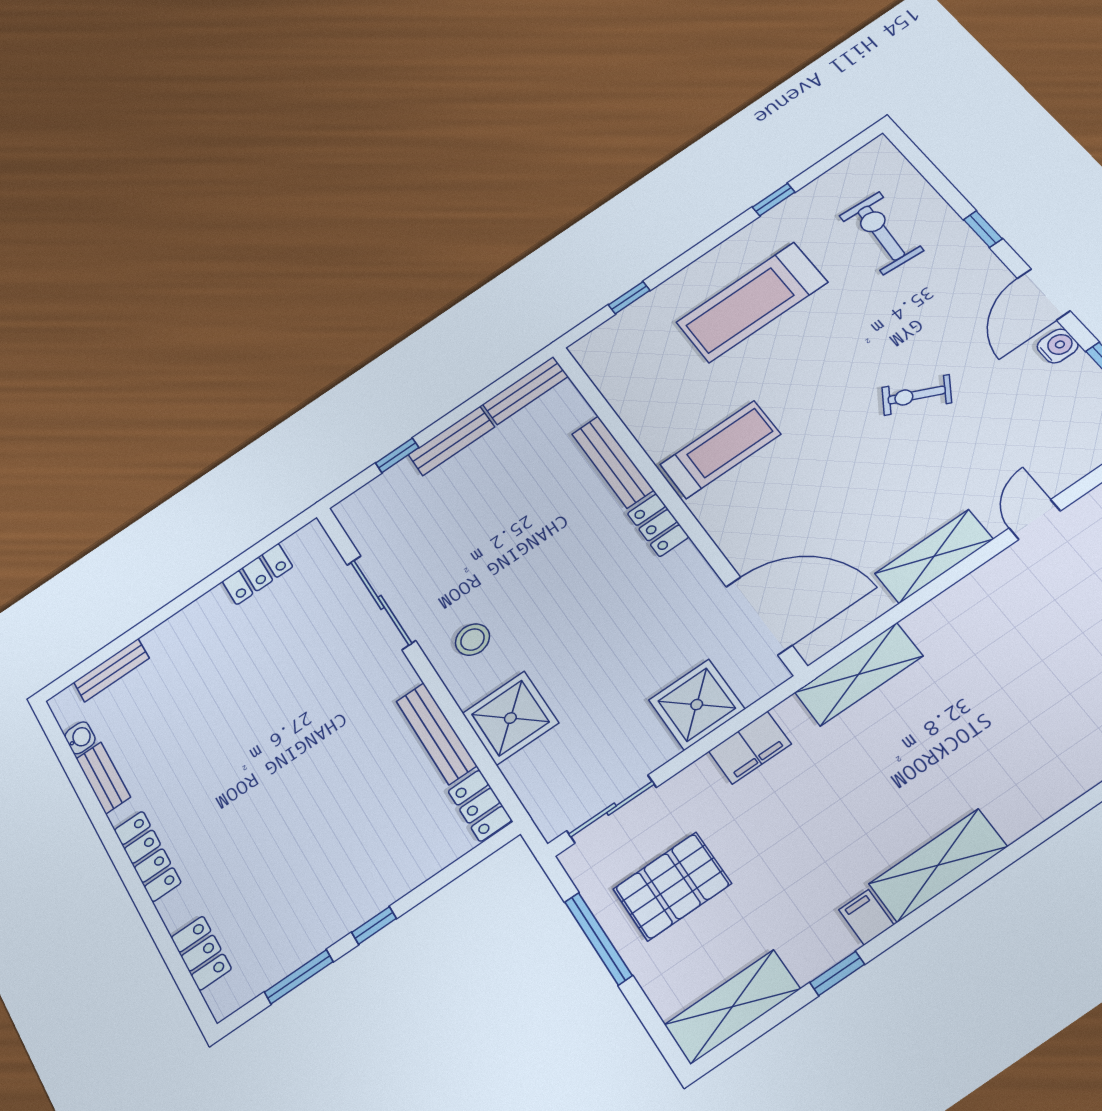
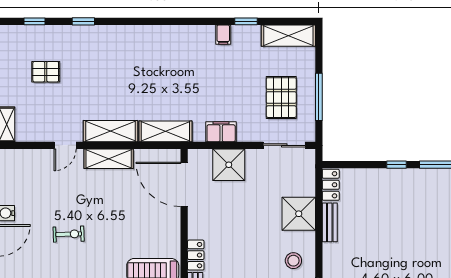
exercise bike: (917, 395) -> (69, 234), turned -31
bench: (436, 733) -> (330, 222), width x0.73
shelving: (938, 865) -> (111, 131), moved
pallet: (672, 886) -> (281, 98), turned 90

